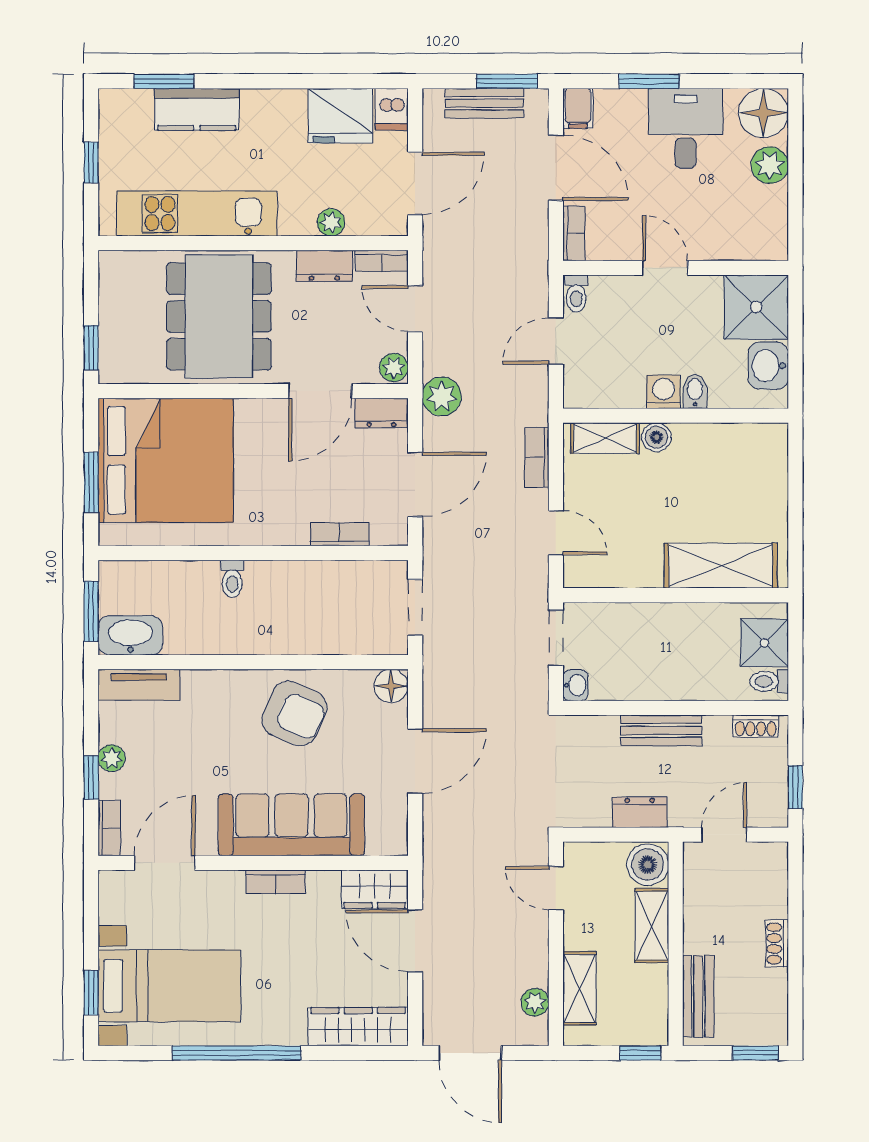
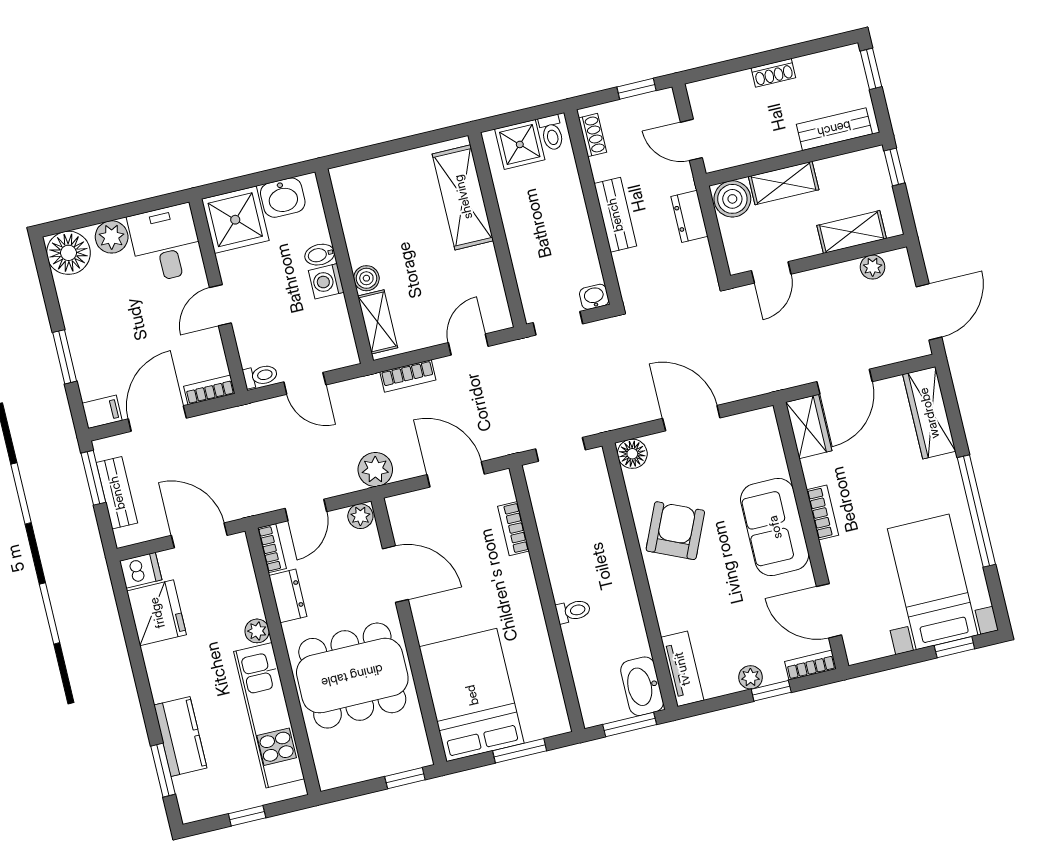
desk: (685, 128) -> (166, 243), moved, turned 90
plant: (331, 222) -> (257, 631), moved
dresser: (381, 413) -> (402, 517), removed
bed: (166, 460) -> (472, 695), width x0.73
sofa: (291, 825) -> (775, 527), width x0.73

